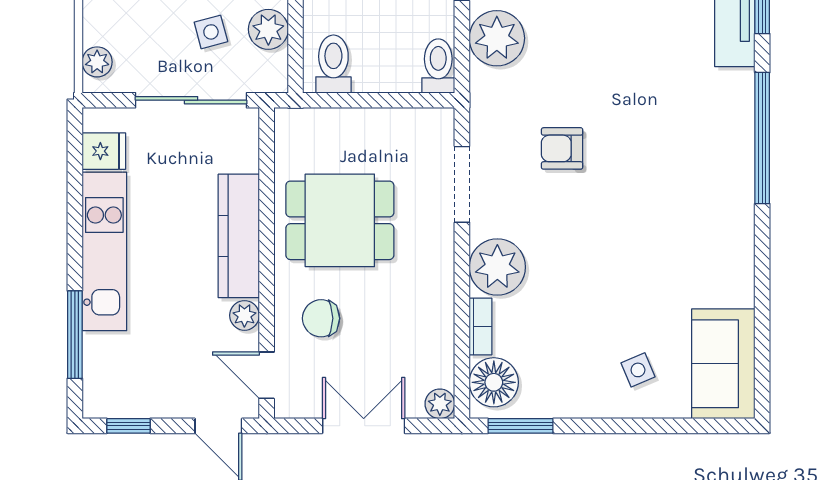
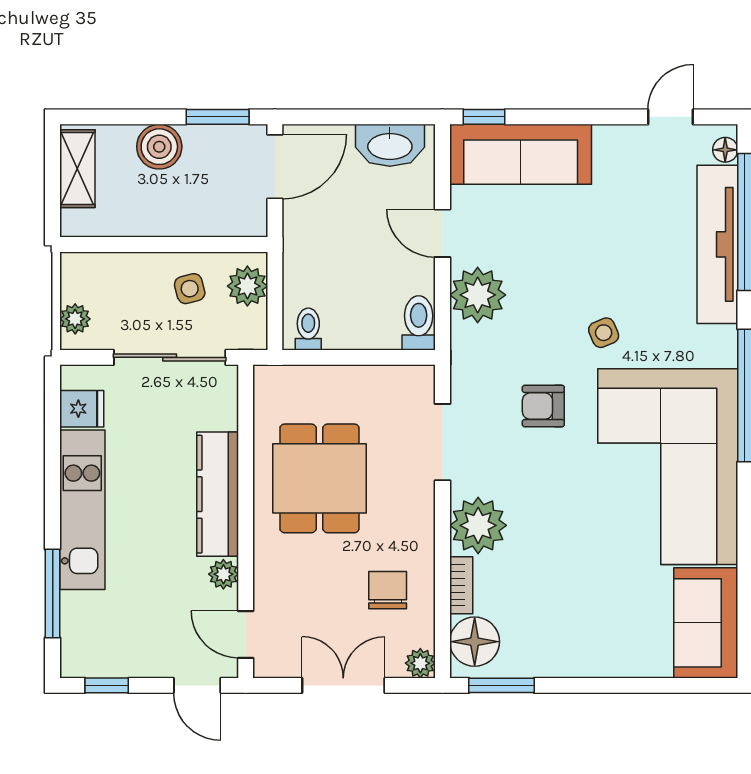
toilet: (333, 64) -> (308, 329), width x0.73, depth x0.72
corner sofa: (686, 209) -> (668, 467), added
dining table: (340, 220) -> (319, 478), turned 90
chair: (321, 318) -> (388, 590), moved, turned 90
side table: (638, 370) -> (604, 333), moved

